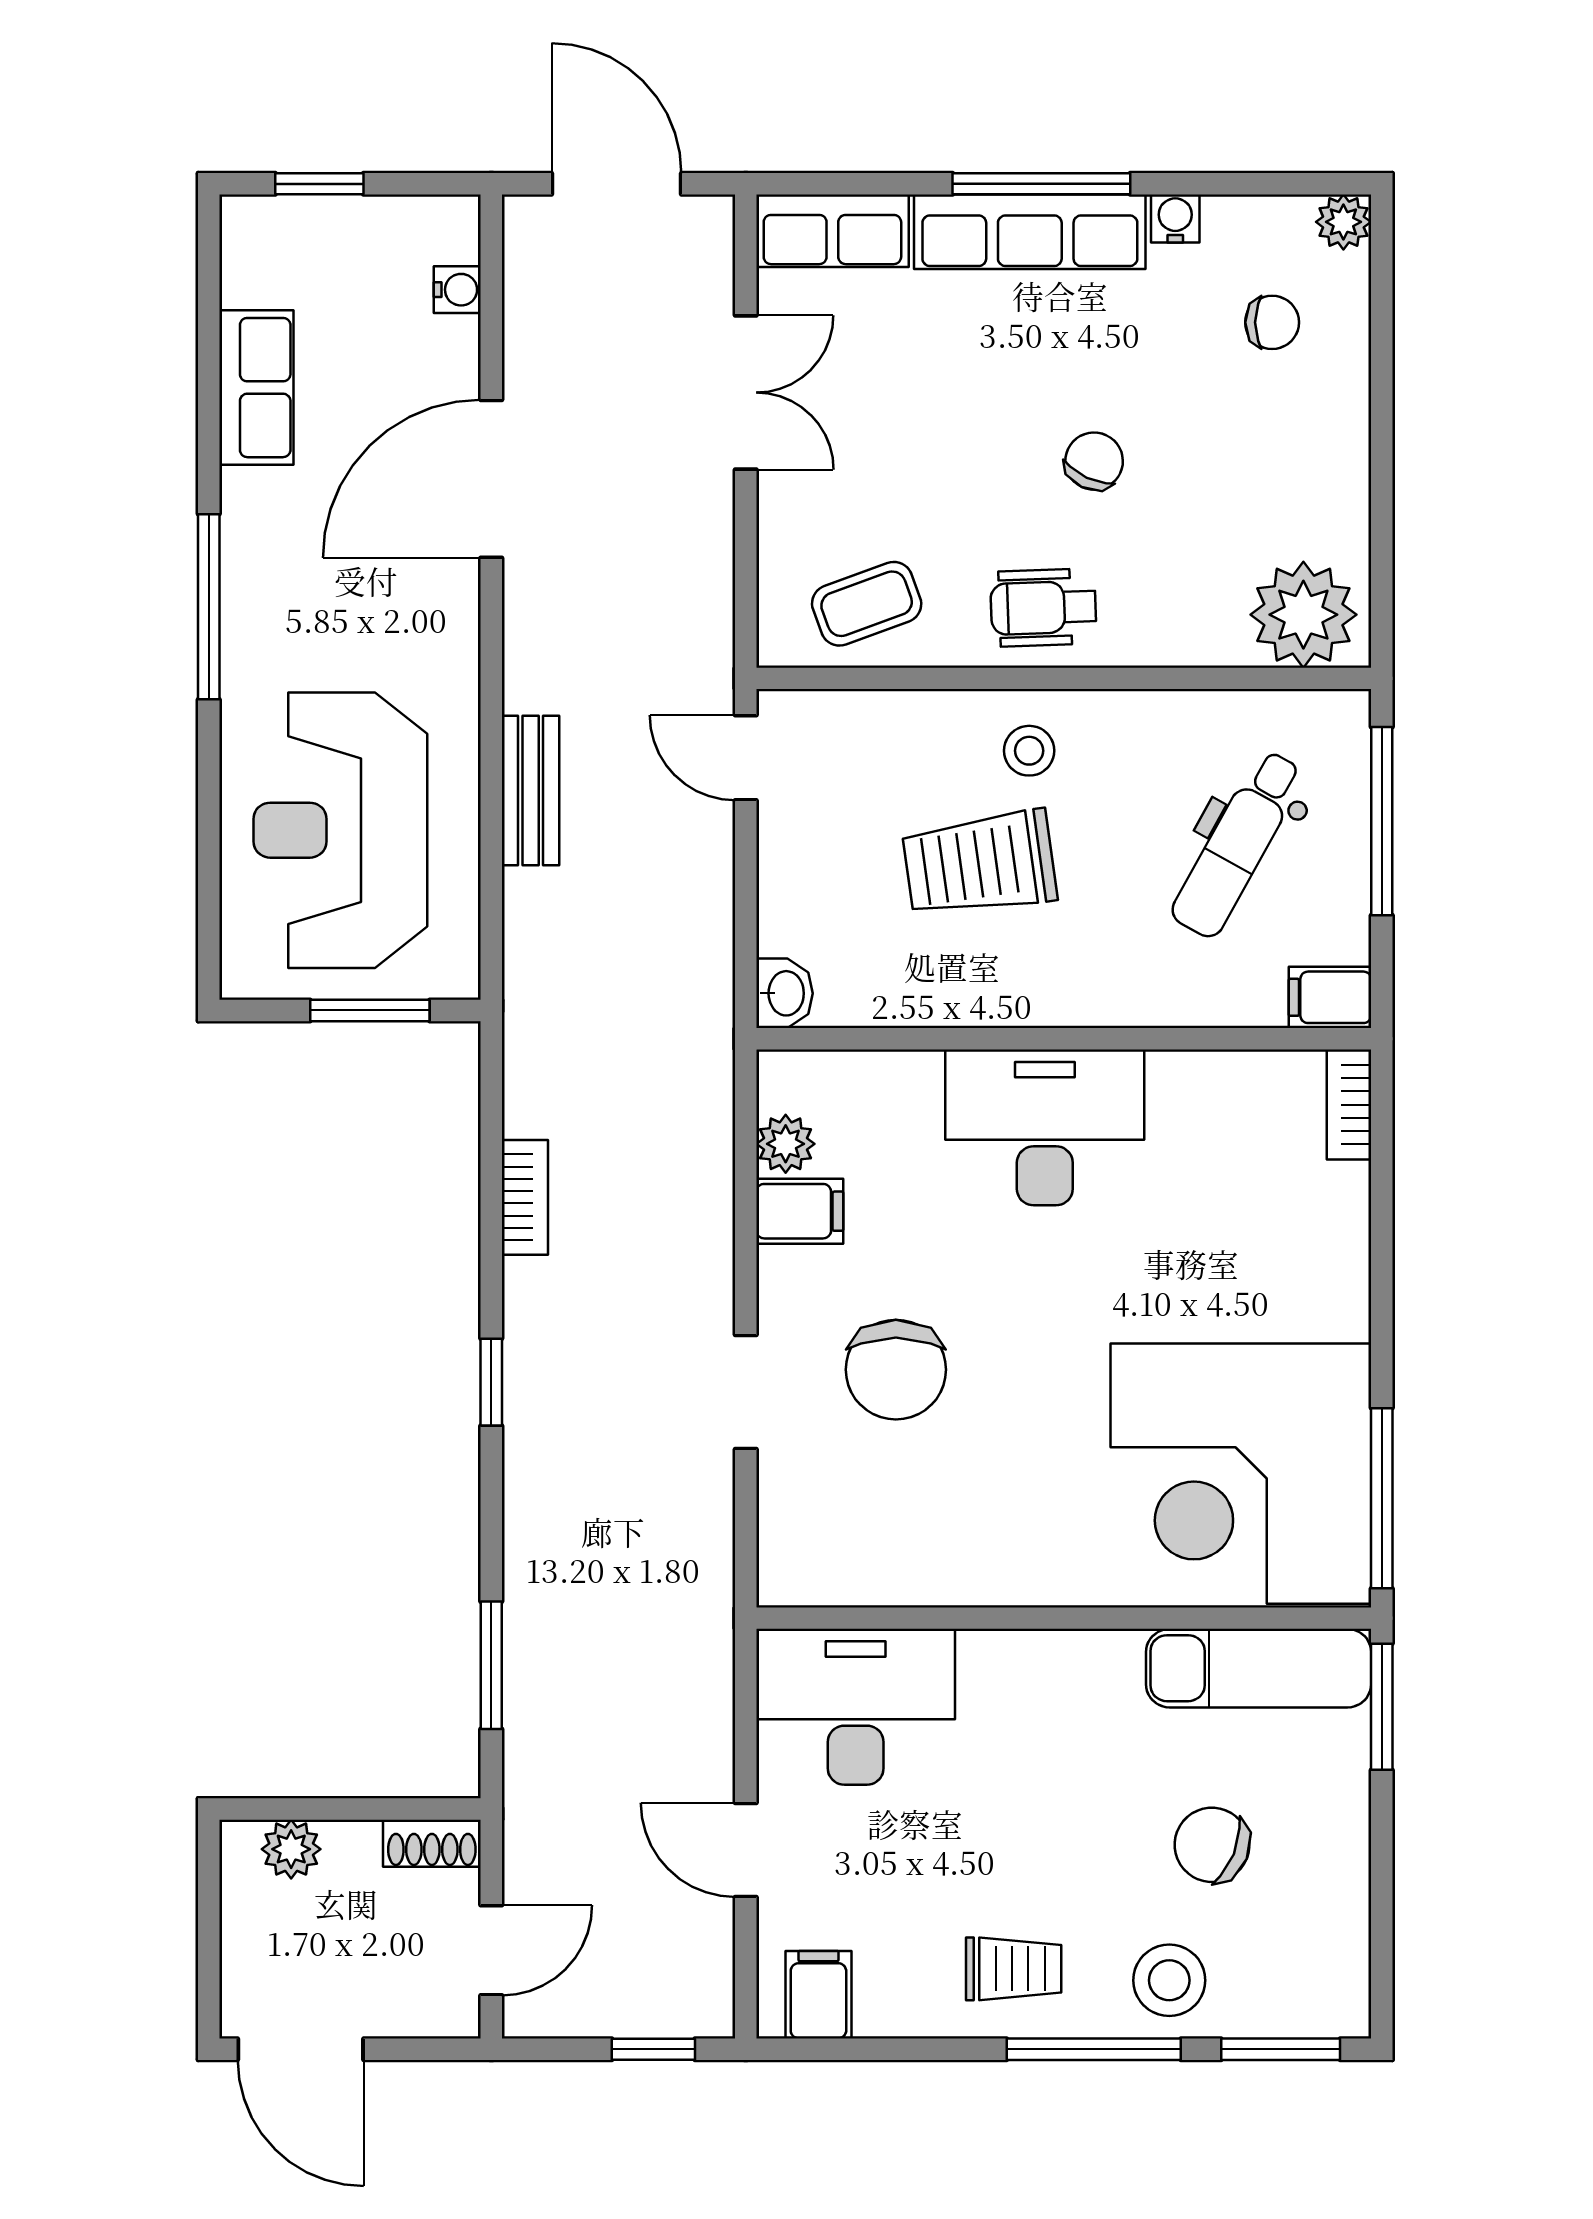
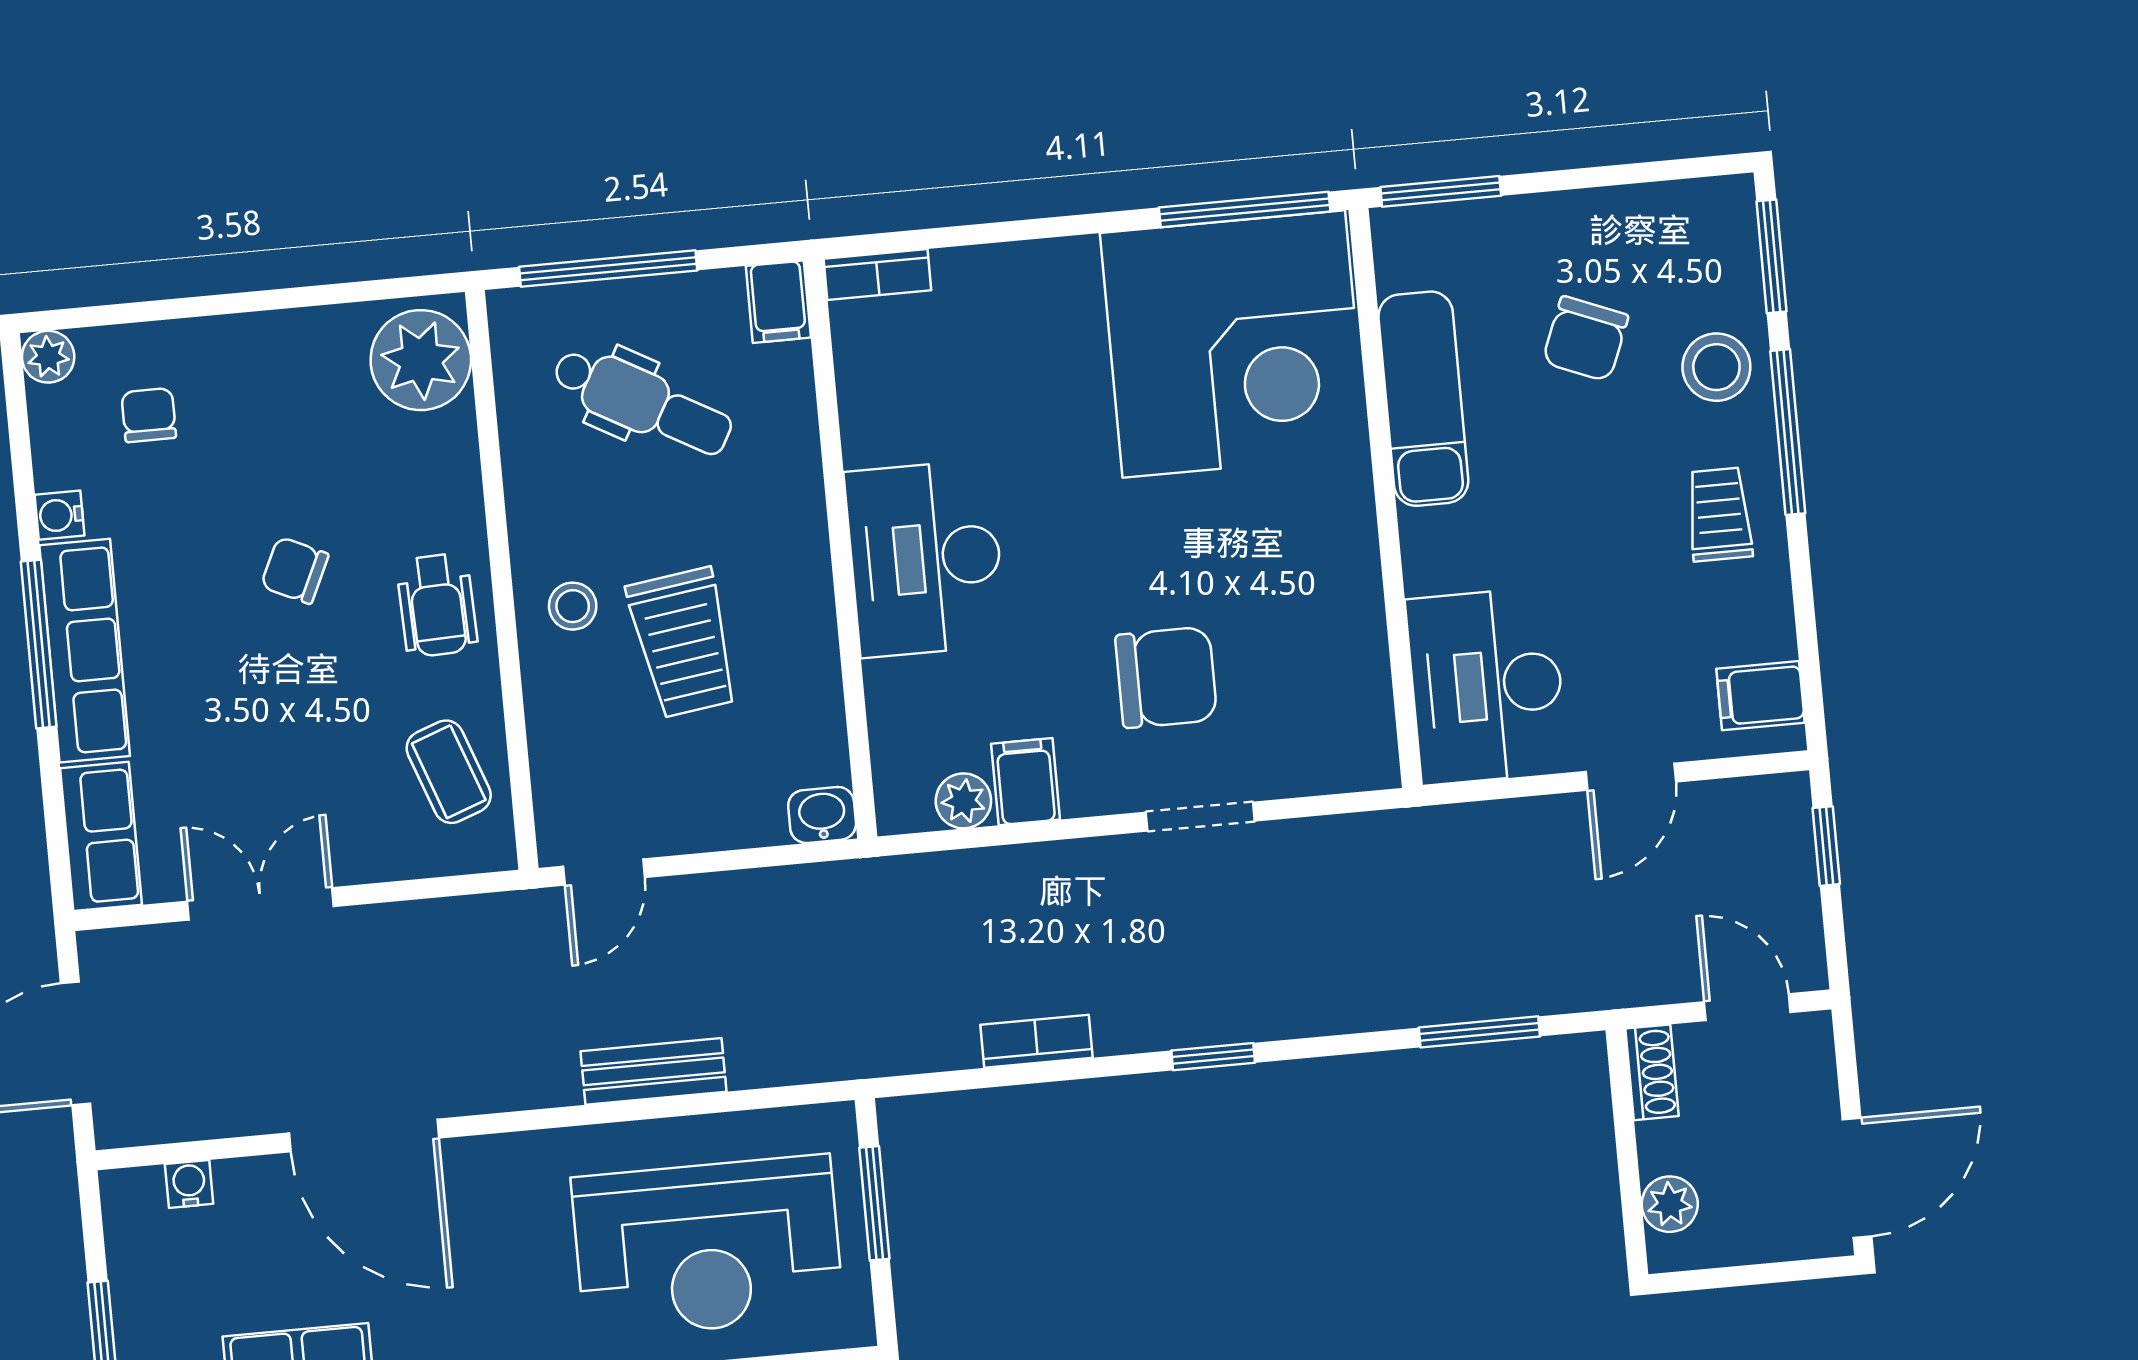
exam couch: (1259, 1668) -> (1423, 399), moved

